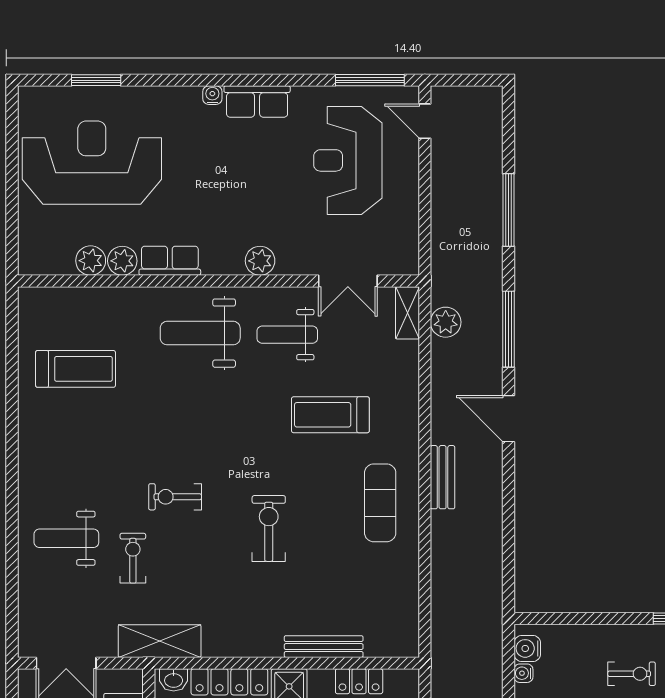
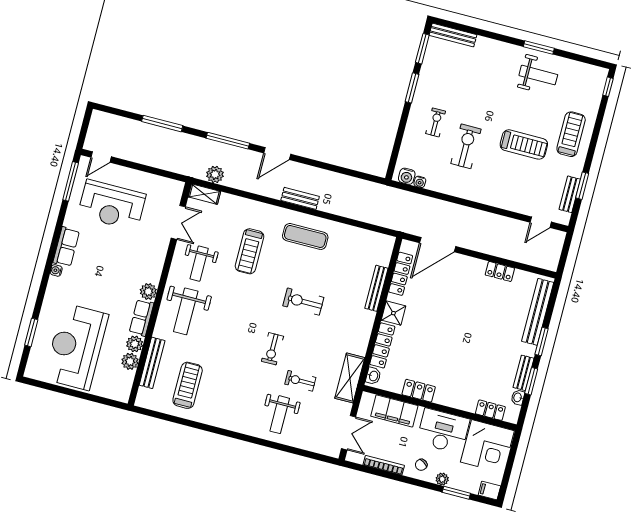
plant: (260, 261) -> (148, 291), moved
bench: (98, 299) -> (152, 363), added
locker: (359, 681) -> (401, 274), width x1.53

